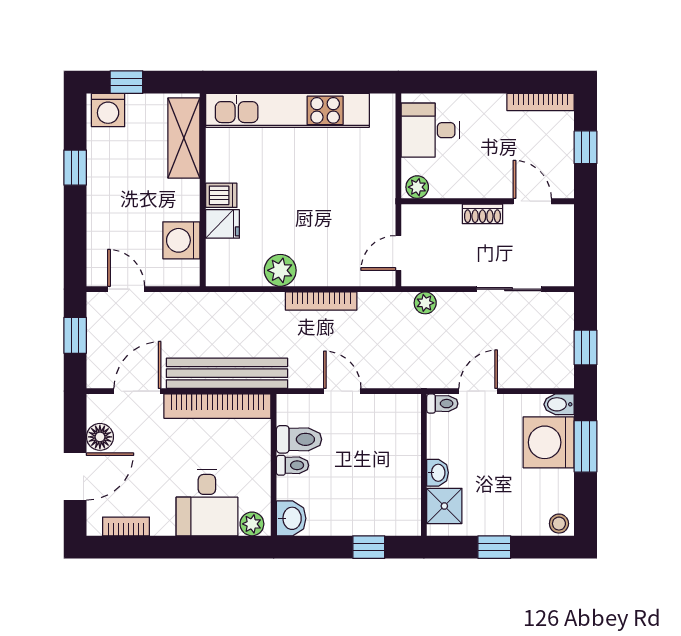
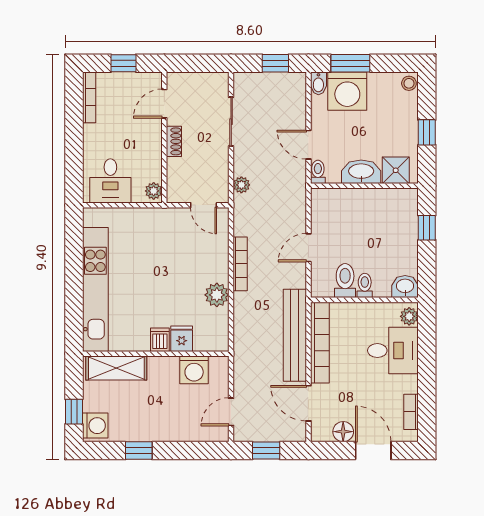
washbasin: (438, 473) -> (361, 172), width x1.91, depth x1.45

